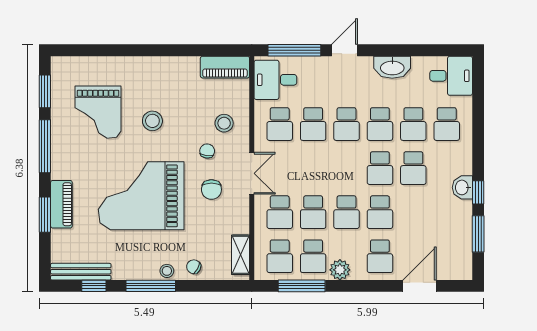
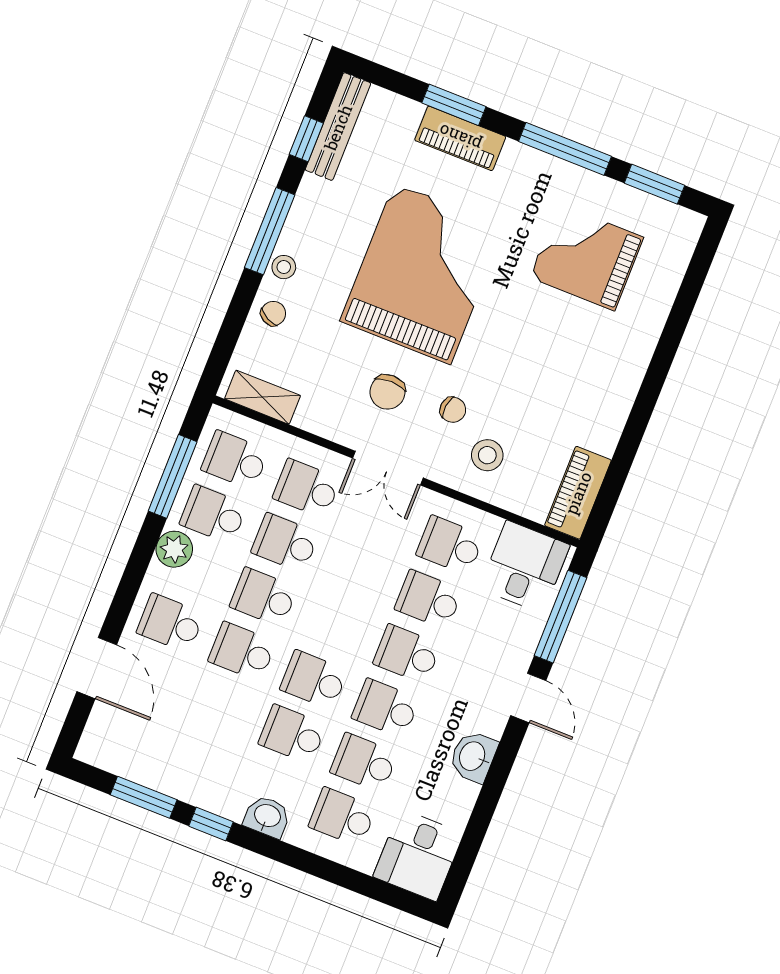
washbasin: (392, 67) -> (473, 757), width x0.72
stool: (152, 121) -> (537, 340), removed
washbasin: (462, 187) -> (267, 817), moved
chair: (211, 190) -> (387, 392), turned -90

